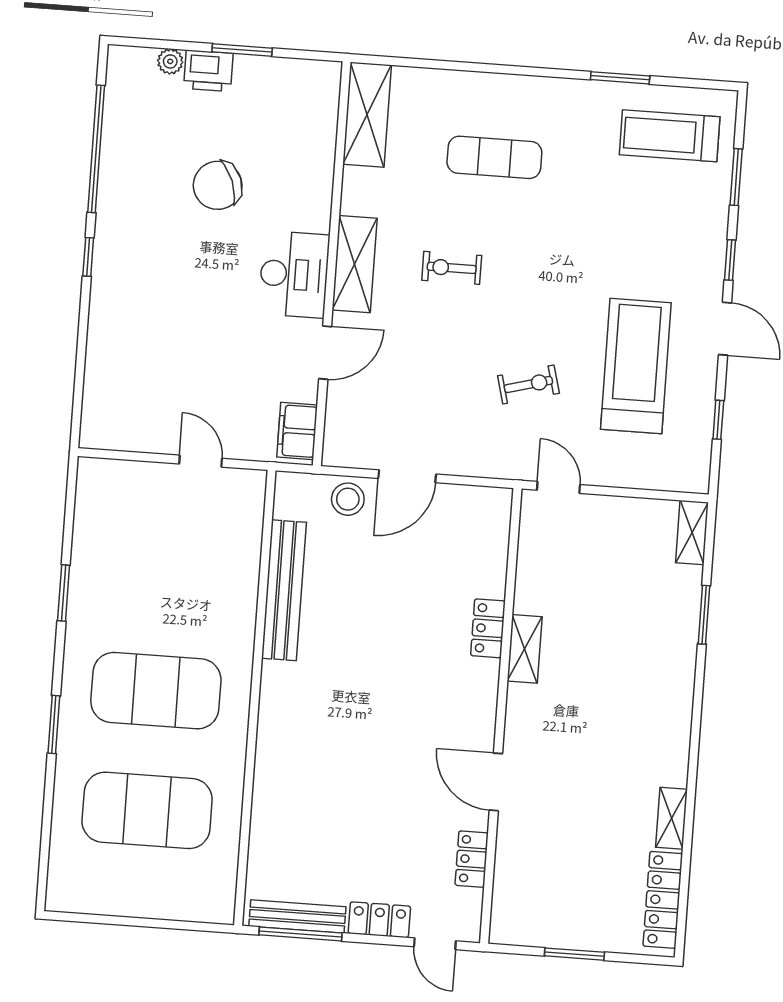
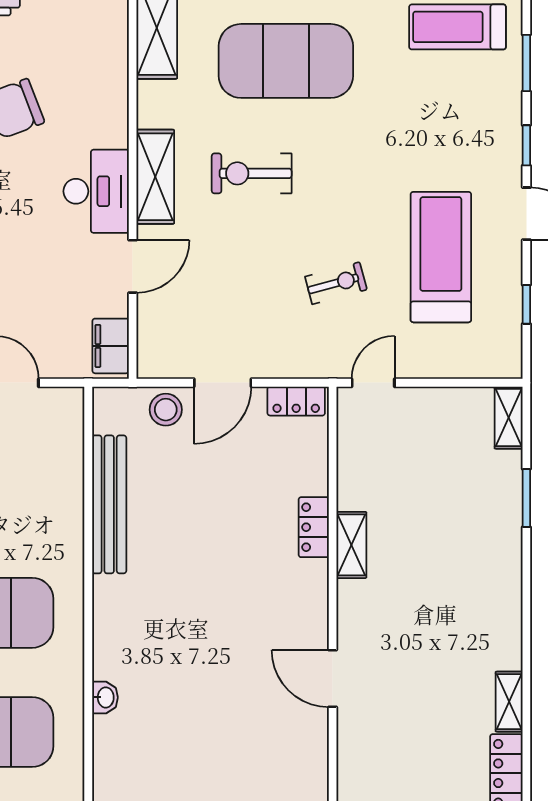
exercise mat: (494, 157) -> (286, 61), width x2.00, depth x1.45
exercise bike: (452, 268) -> (252, 173), width x1.38, depth x1.39
door: (558, 487) -> (373, 383), hinge flipped
washbasin: (265, 784) -> (105, 697), added
locker: (472, 859) -> (296, 401), moved, turned -90

